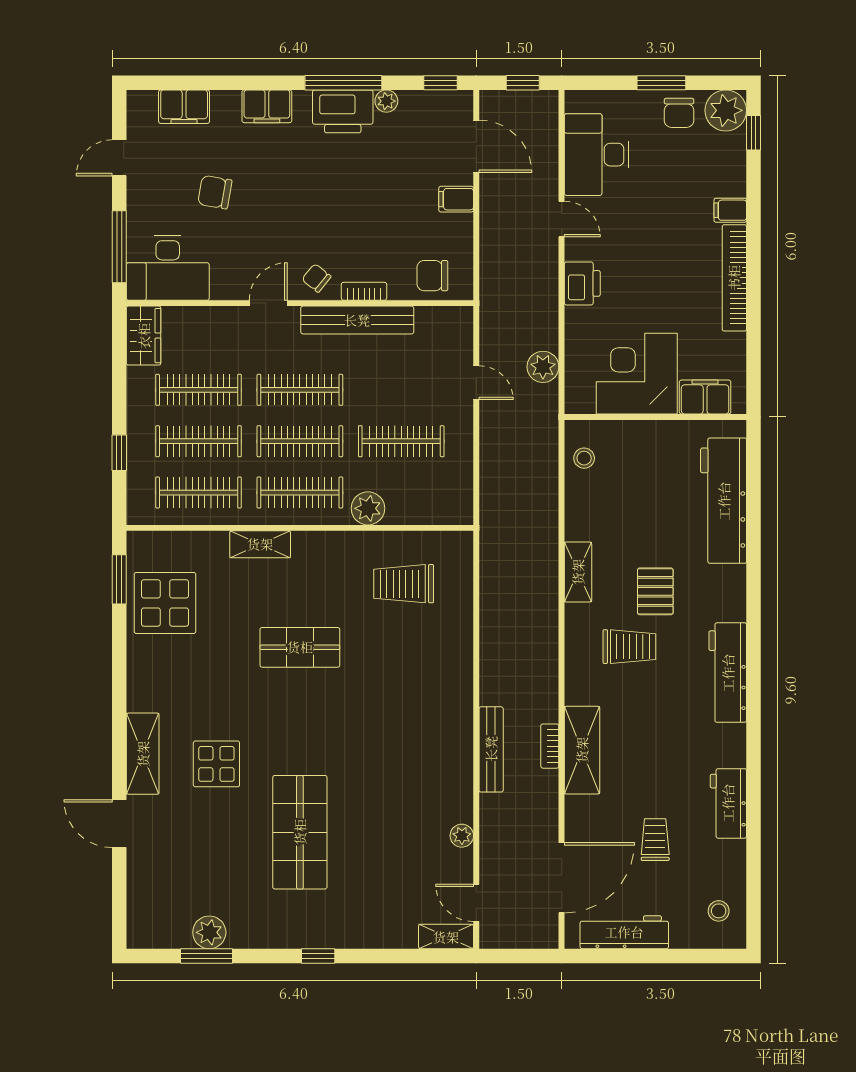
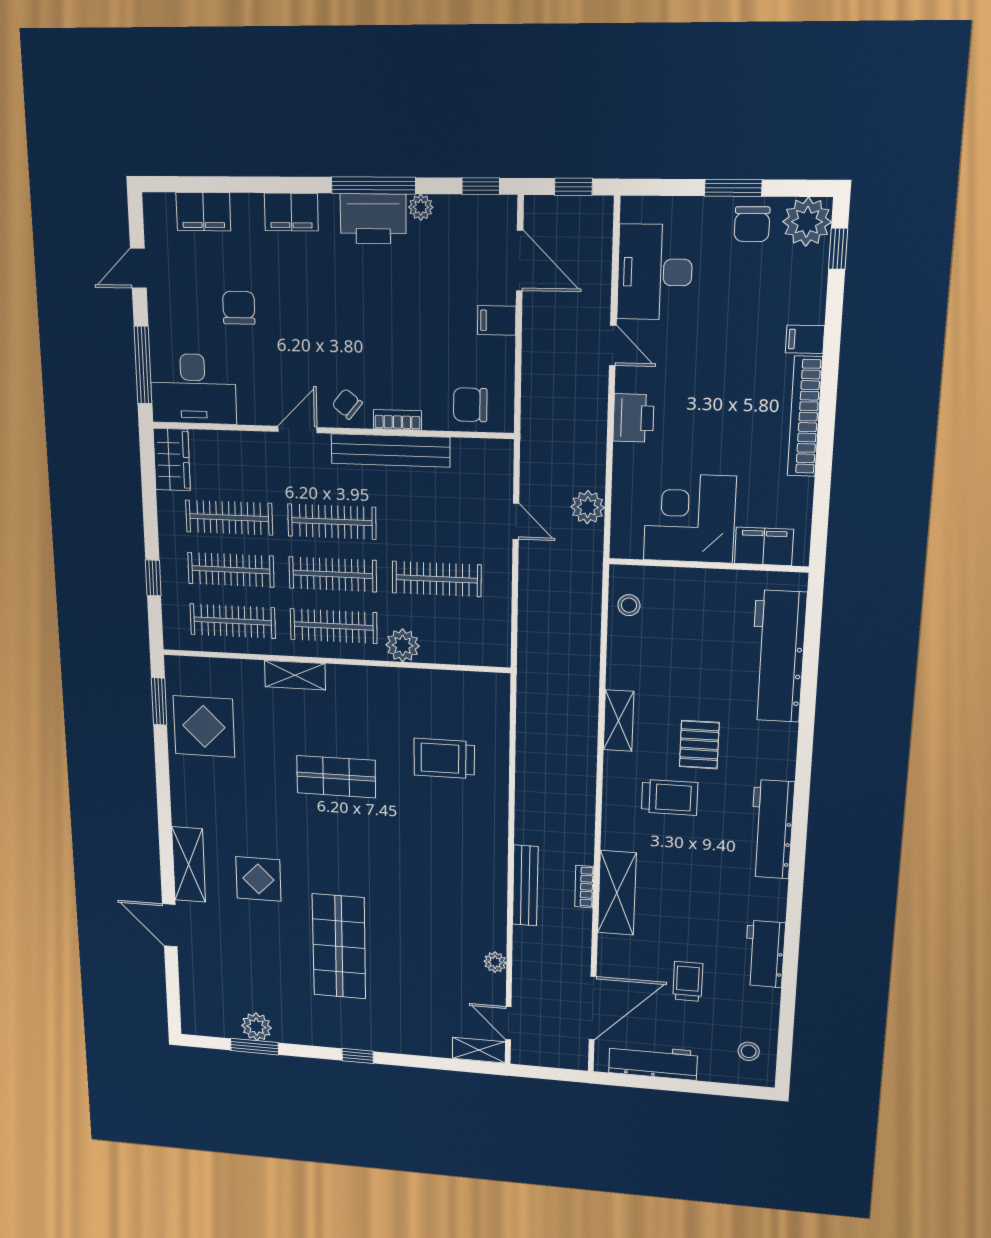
chair: (215, 192) -> (239, 308), turned 80
trolley: (404, 584) -> (444, 758), moved

